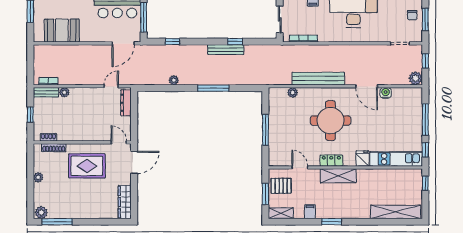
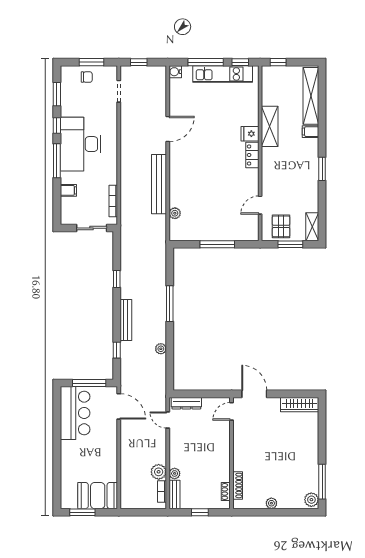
booth: (62, 31) -> (98, 496), moved, turned 90
bench: (226, 50) -> (126, 320), moved
plant: (416, 78) -> (159, 472), moved
water cooler: (386, 93) -> (175, 72), moved
round table: (331, 121) -> (207, 170), removed
kitchen unit: (396, 159) -> (223, 74), moved, turned -90
locker: (331, 161) -> (252, 155), moved
rug: (87, 166) -> (258, 448), removed
shelving: (338, 176) -> (270, 126), moved
filing cabinet: (310, 212) -> (311, 132), moved

